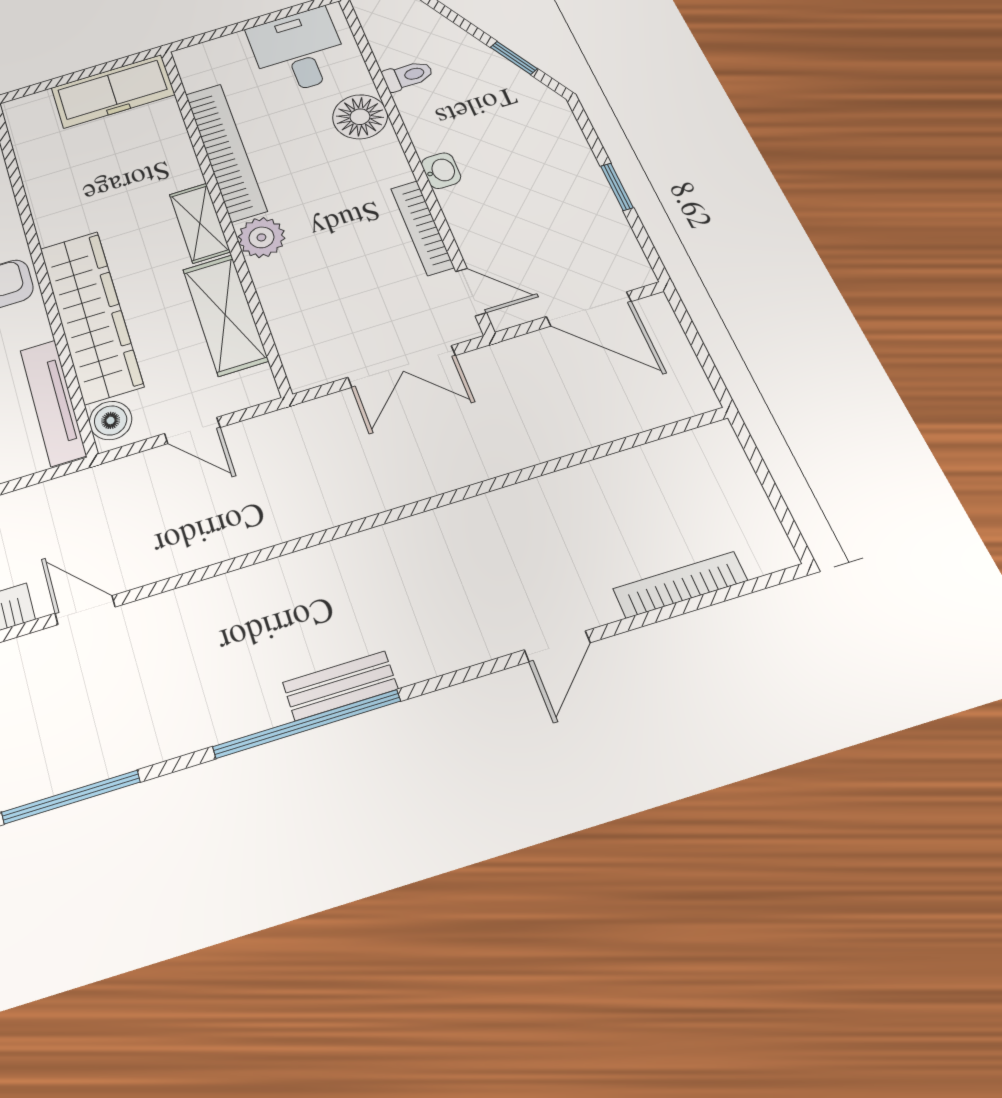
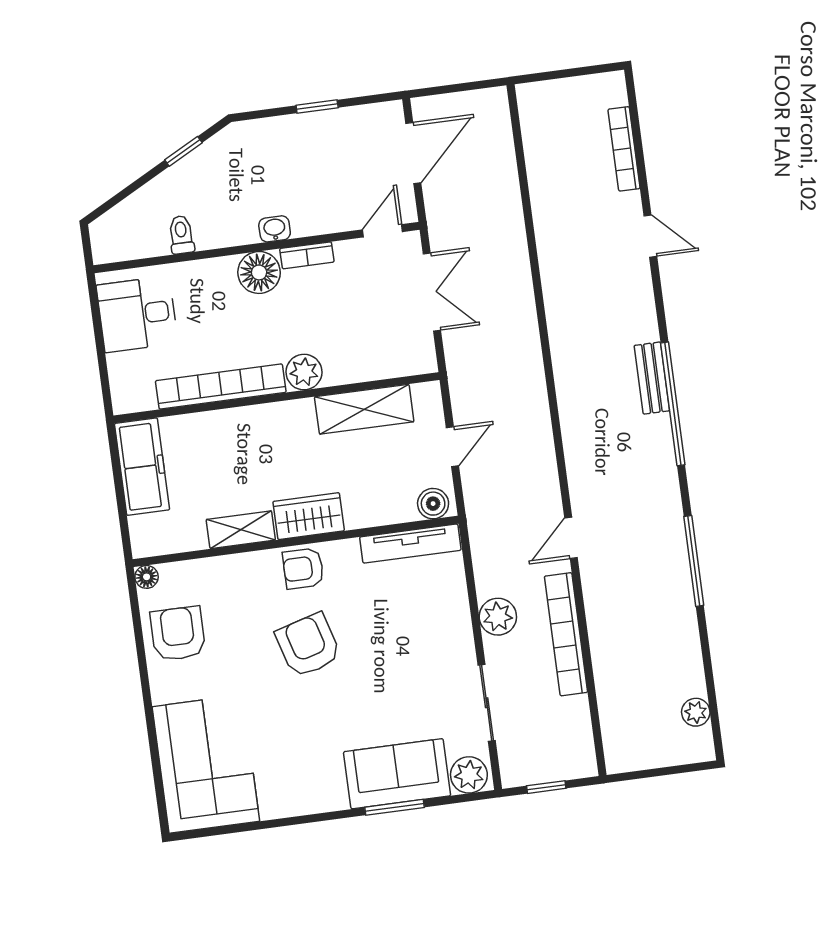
floor lamp: (360, 117) -> (259, 272), moved
shelving: (200, 223) -> (241, 530), moved
bookcase: (422, 228) -> (307, 255), width x0.64
wardrobe: (91, 316) -> (309, 516), width x0.48, depth x0.85

